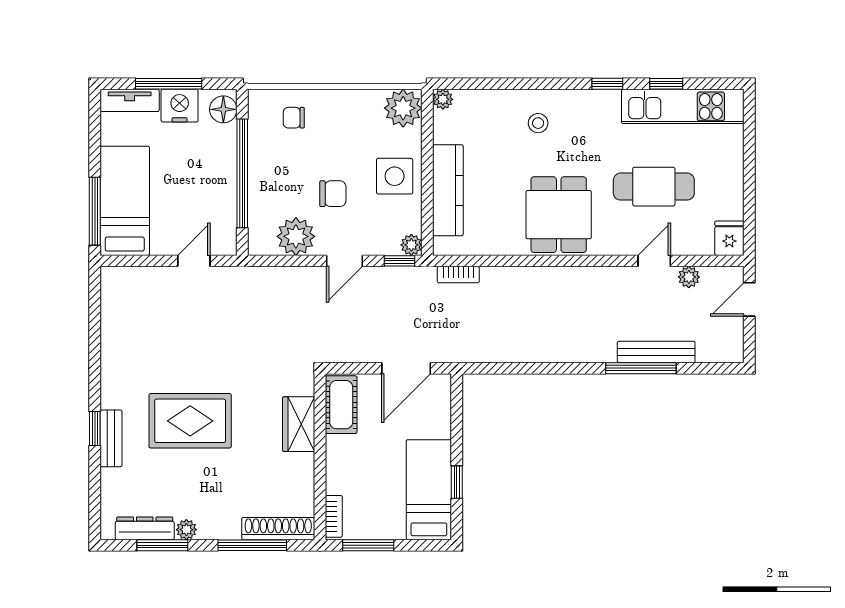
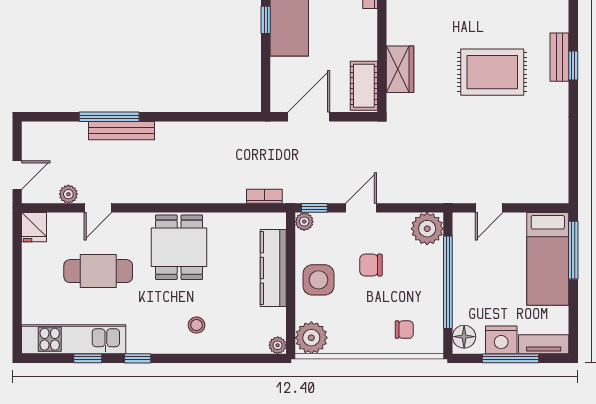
plant: (296, 236) -> (427, 229), moved
bench: (656, 352) -> (122, 131), moved

